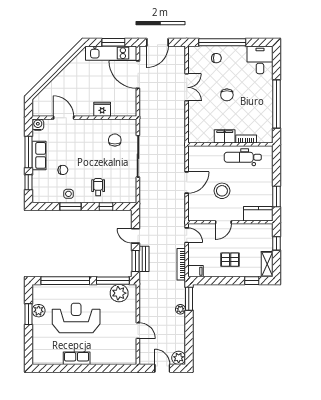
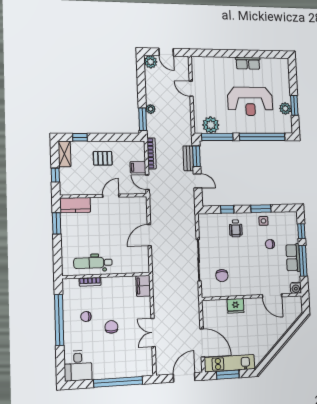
chair: (216, 58) -> (86, 316), moved
filing cabinet: (225, 136) -> (143, 286), moved, turned 90
dental chair: (243, 157) -> (93, 263), turned 180
stool: (222, 191) -> (113, 228), removed
filing cabinet: (195, 271) -> (138, 167), moved

